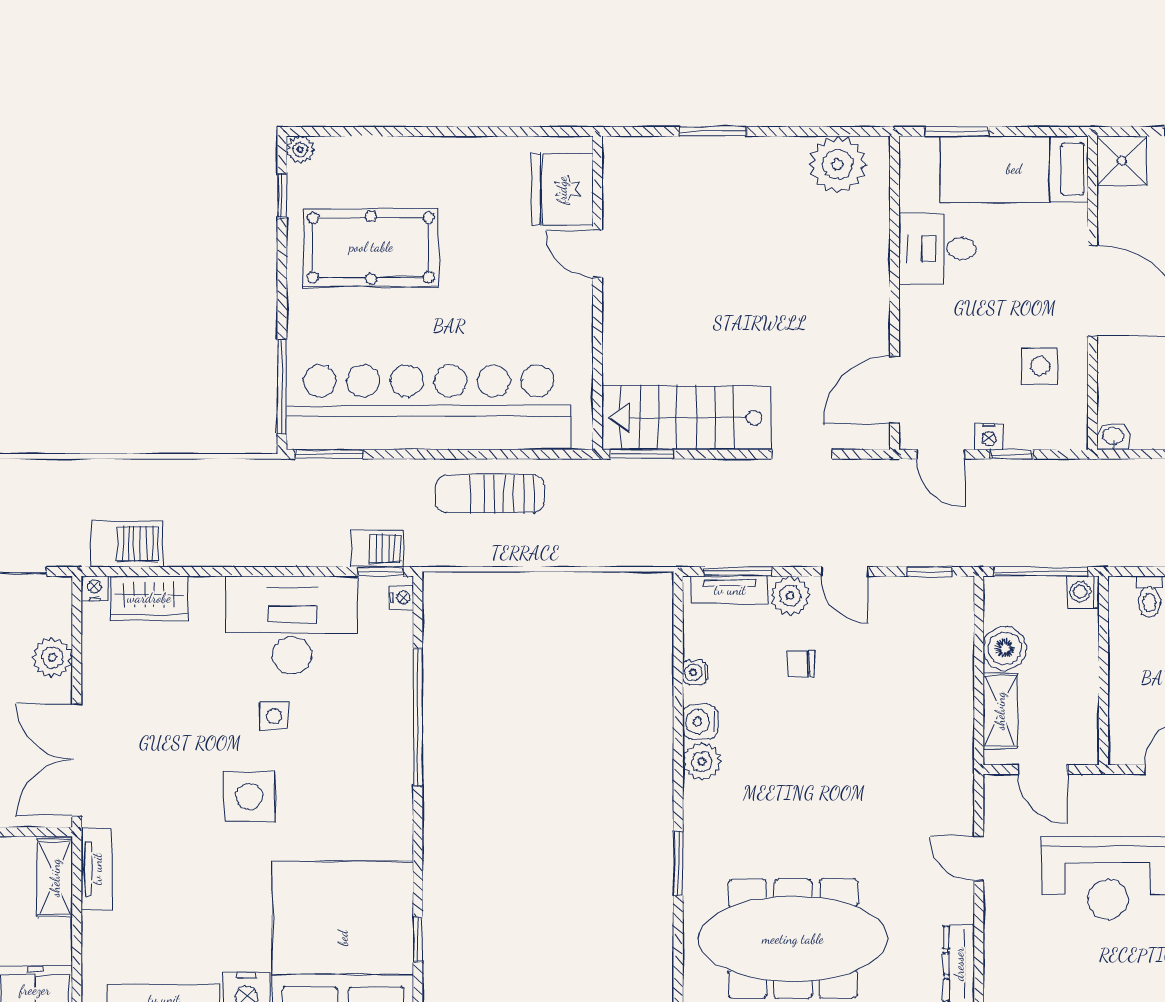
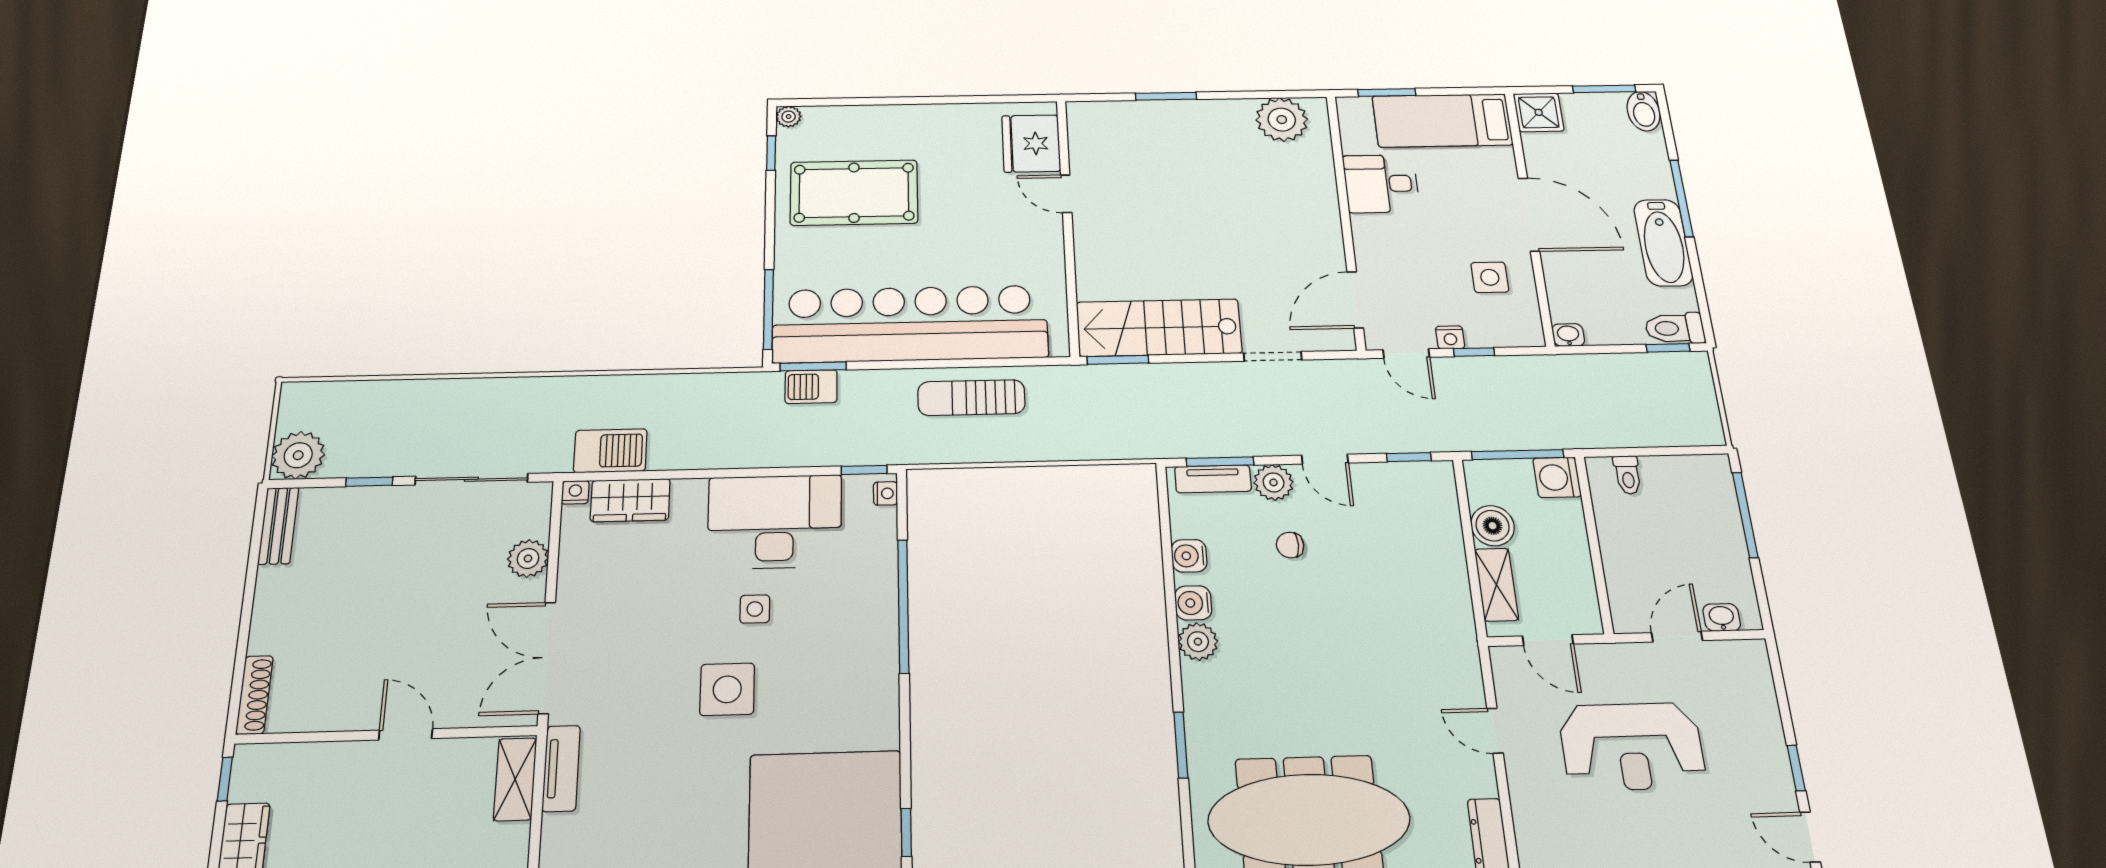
barbecue: (377, 548) -> (811, 387), moved, turned 180
washing machine: (1083, 592) -> (1557, 477), width x1.38, depth x1.38
water cooler: (695, 672) -> (1189, 556), width x1.38, depth x1.38

